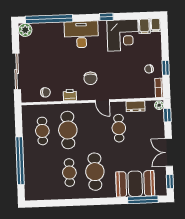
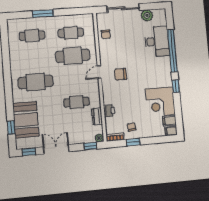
window: (49, 19) -> (172, 51), moved
plant: (25, 30) -> (147, 15), moved
desk: (81, 34) -> (157, 41), moved
printer: (70, 95) -> (109, 111), moved
door: (102, 101) -> (99, 72), moved
window: (20, 161) -> (43, 14), width x0.47
cafe table: (69, 173) -> (32, 36), moved
window: (143, 200) -> (11, 128), width x0.46

